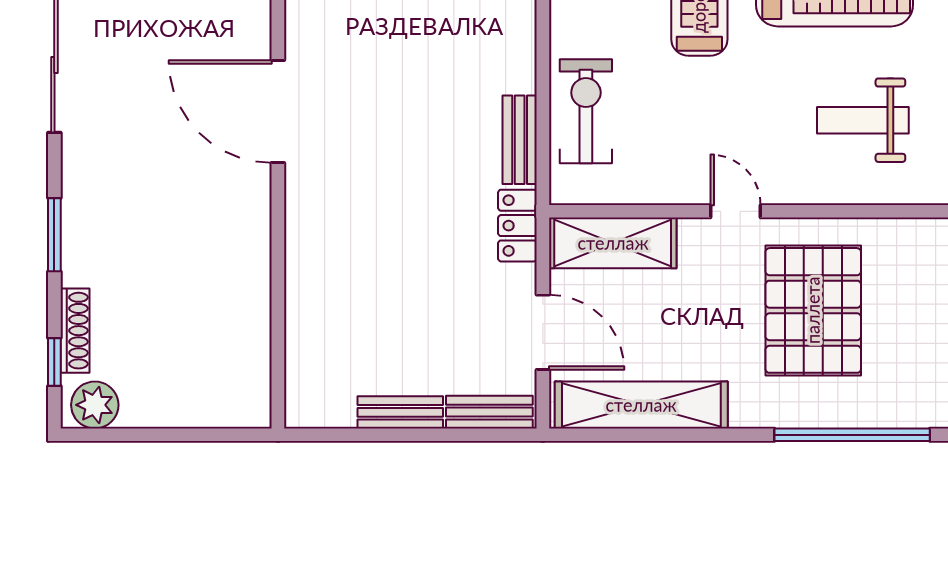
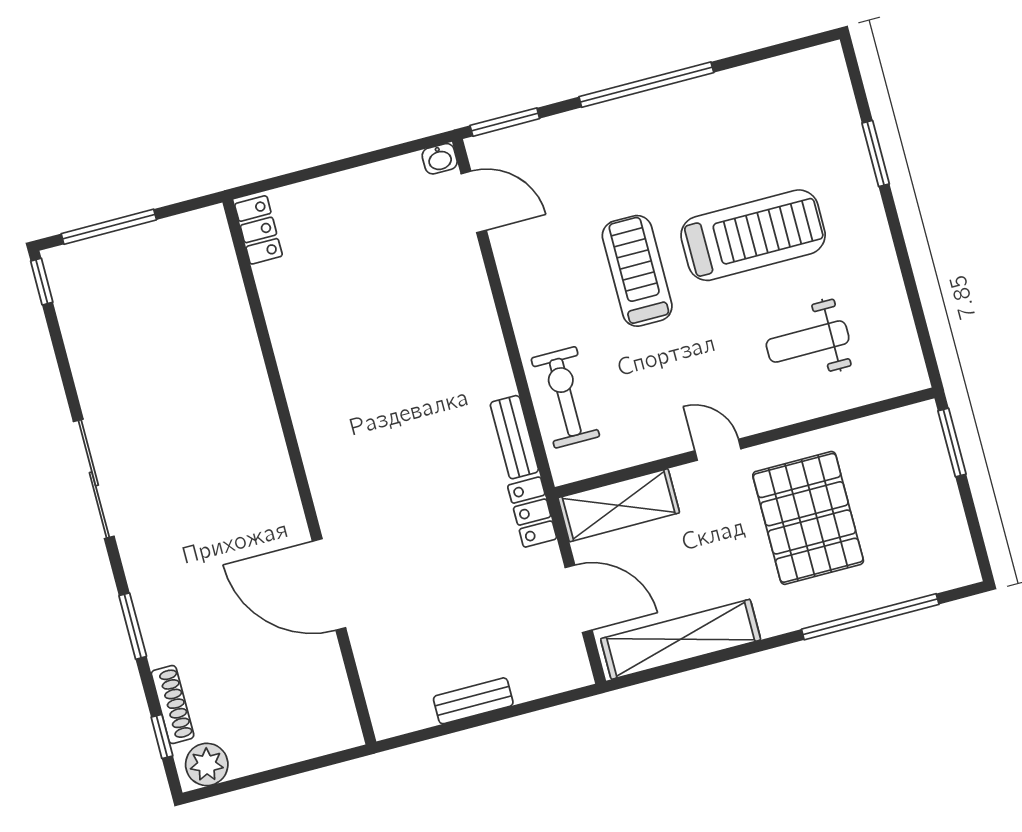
door: (278, 112) -> (329, 584), moved
bench: (489, 412) -> (550, 680), removed

